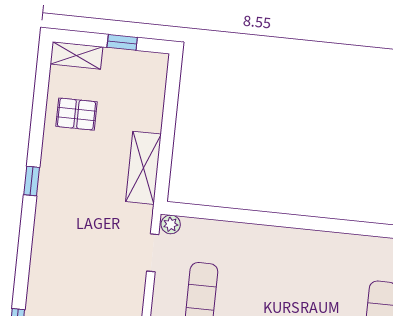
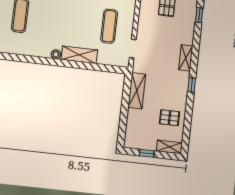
plant: (171, 224) -> (56, 54), moved
shelving: (44, 236) -> (186, 58), added
shelving: (260, 238) -> (79, 55), added

